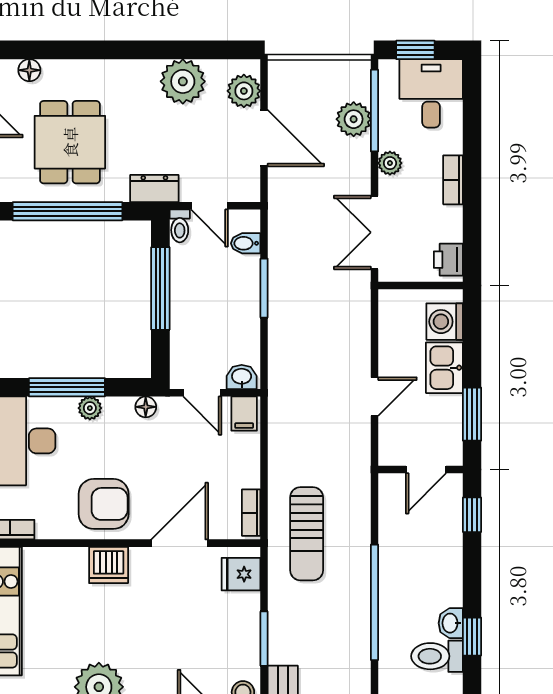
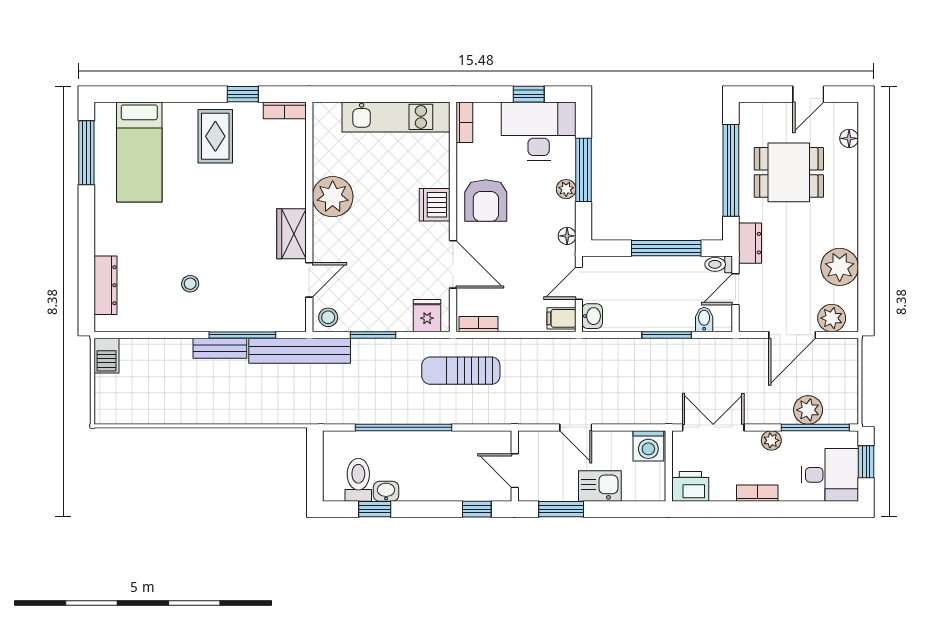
printer: (448, 260) -> (690, 486), width x1.36, depth x1.24
washing machine: (445, 322) -> (648, 446), moved, turned 180

